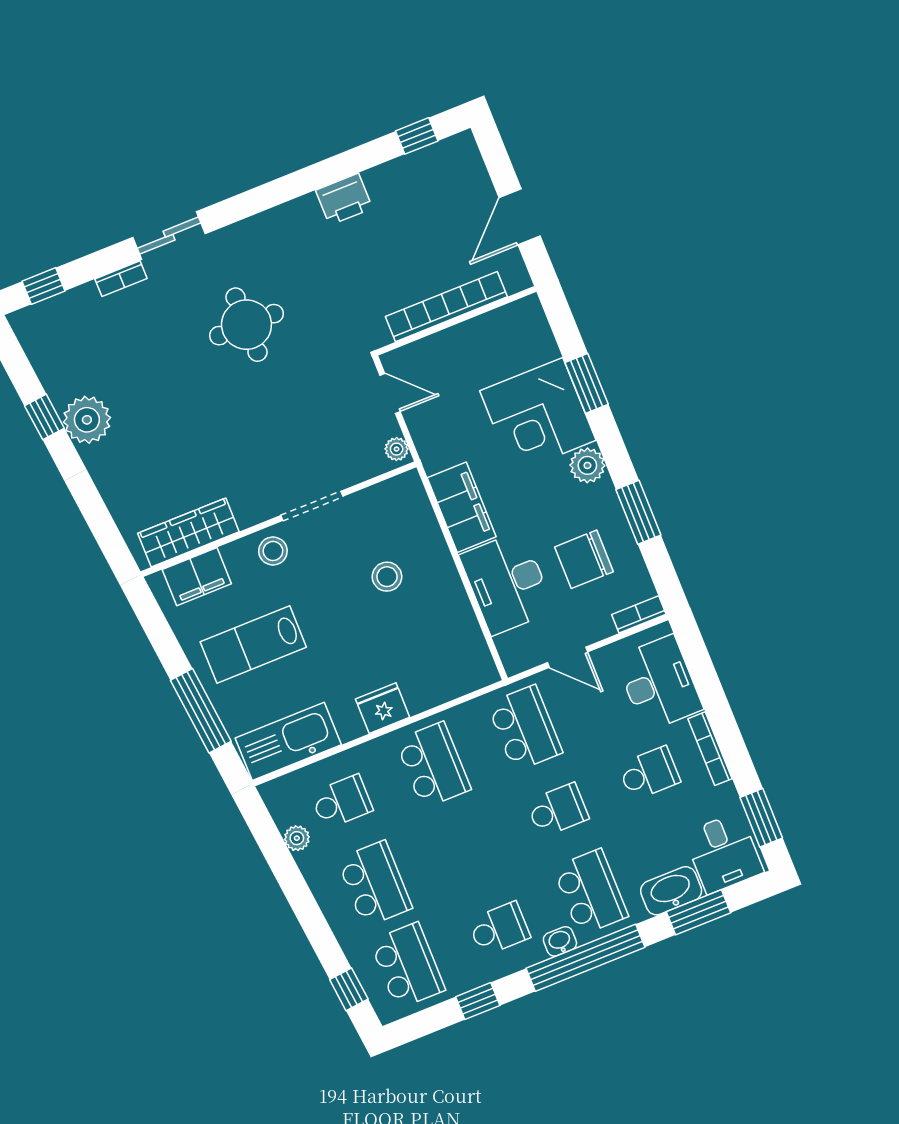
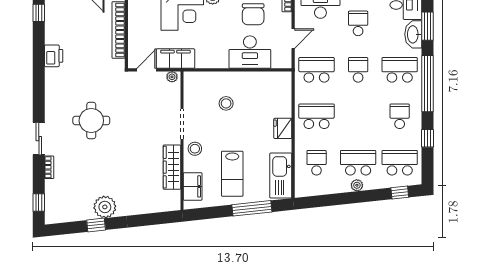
filing cabinet: (462, 507) -> (175, 59), moved
wardrobe: (188, 532) -> (172, 167), moved
plant: (297, 838) -> (357, 185), moved
washbasin: (560, 941) -> (416, 92), removed

